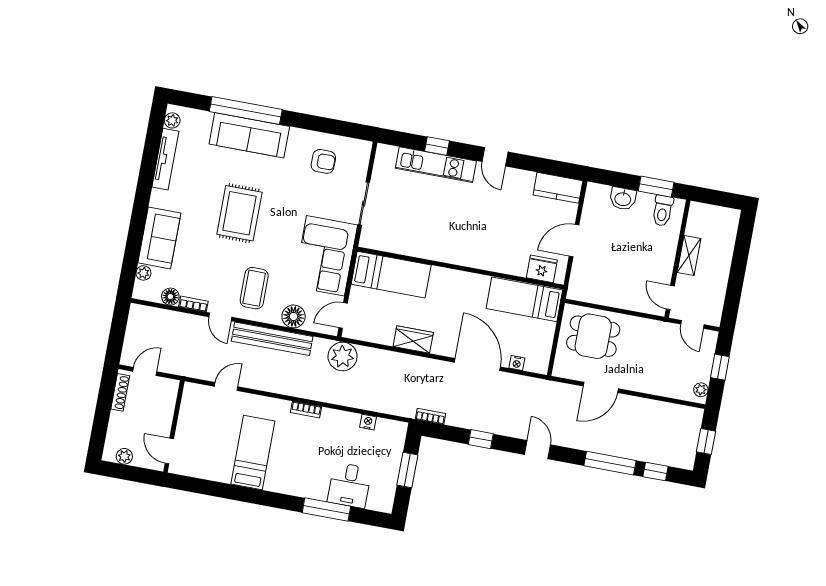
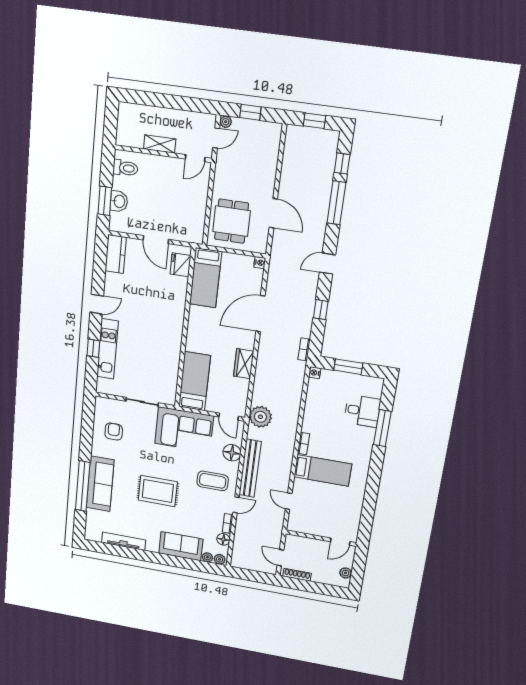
plant: (172, 120) -> (220, 559), moved
window: (656, 187) -> (105, 201), moved
nightstand: (517, 363) -> (260, 263), moved
plant: (701, 390) -> (226, 122), moved
nightstand: (368, 422) -> (315, 373), moved
bed: (253, 453) -> (323, 470), moved, turned 180

